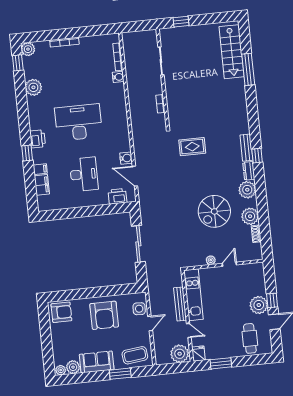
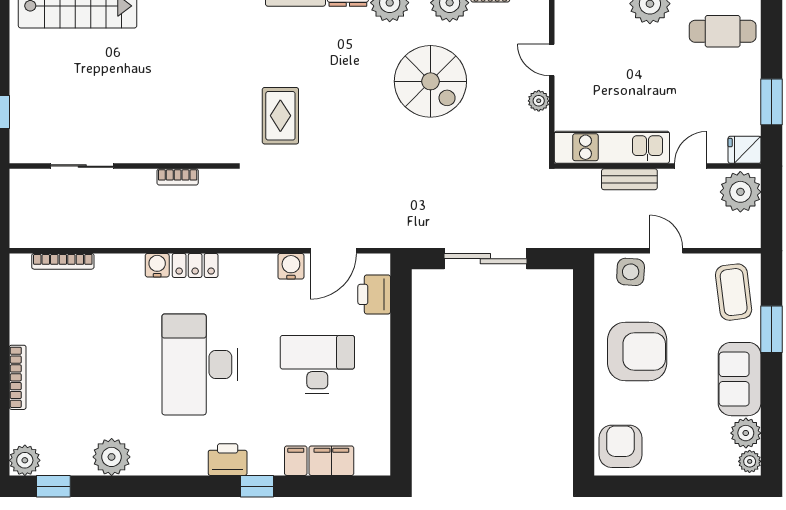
water cooler: (118, 77) -> (157, 265), moved
locker: (122, 116) -> (195, 265), added
bench: (180, 304) -> (629, 179), width x0.73

